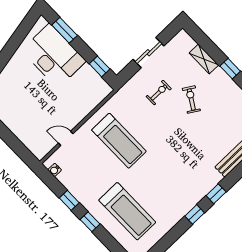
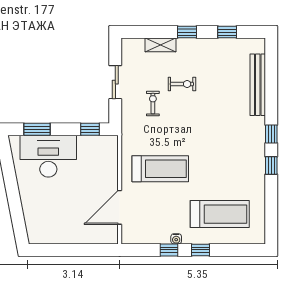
exercise bike: (191, 99) -> (182, 84), turned 148
door: (66, 138) -> (120, 207), width x1.88
water cooler: (55, 170) -> (176, 239), moved

